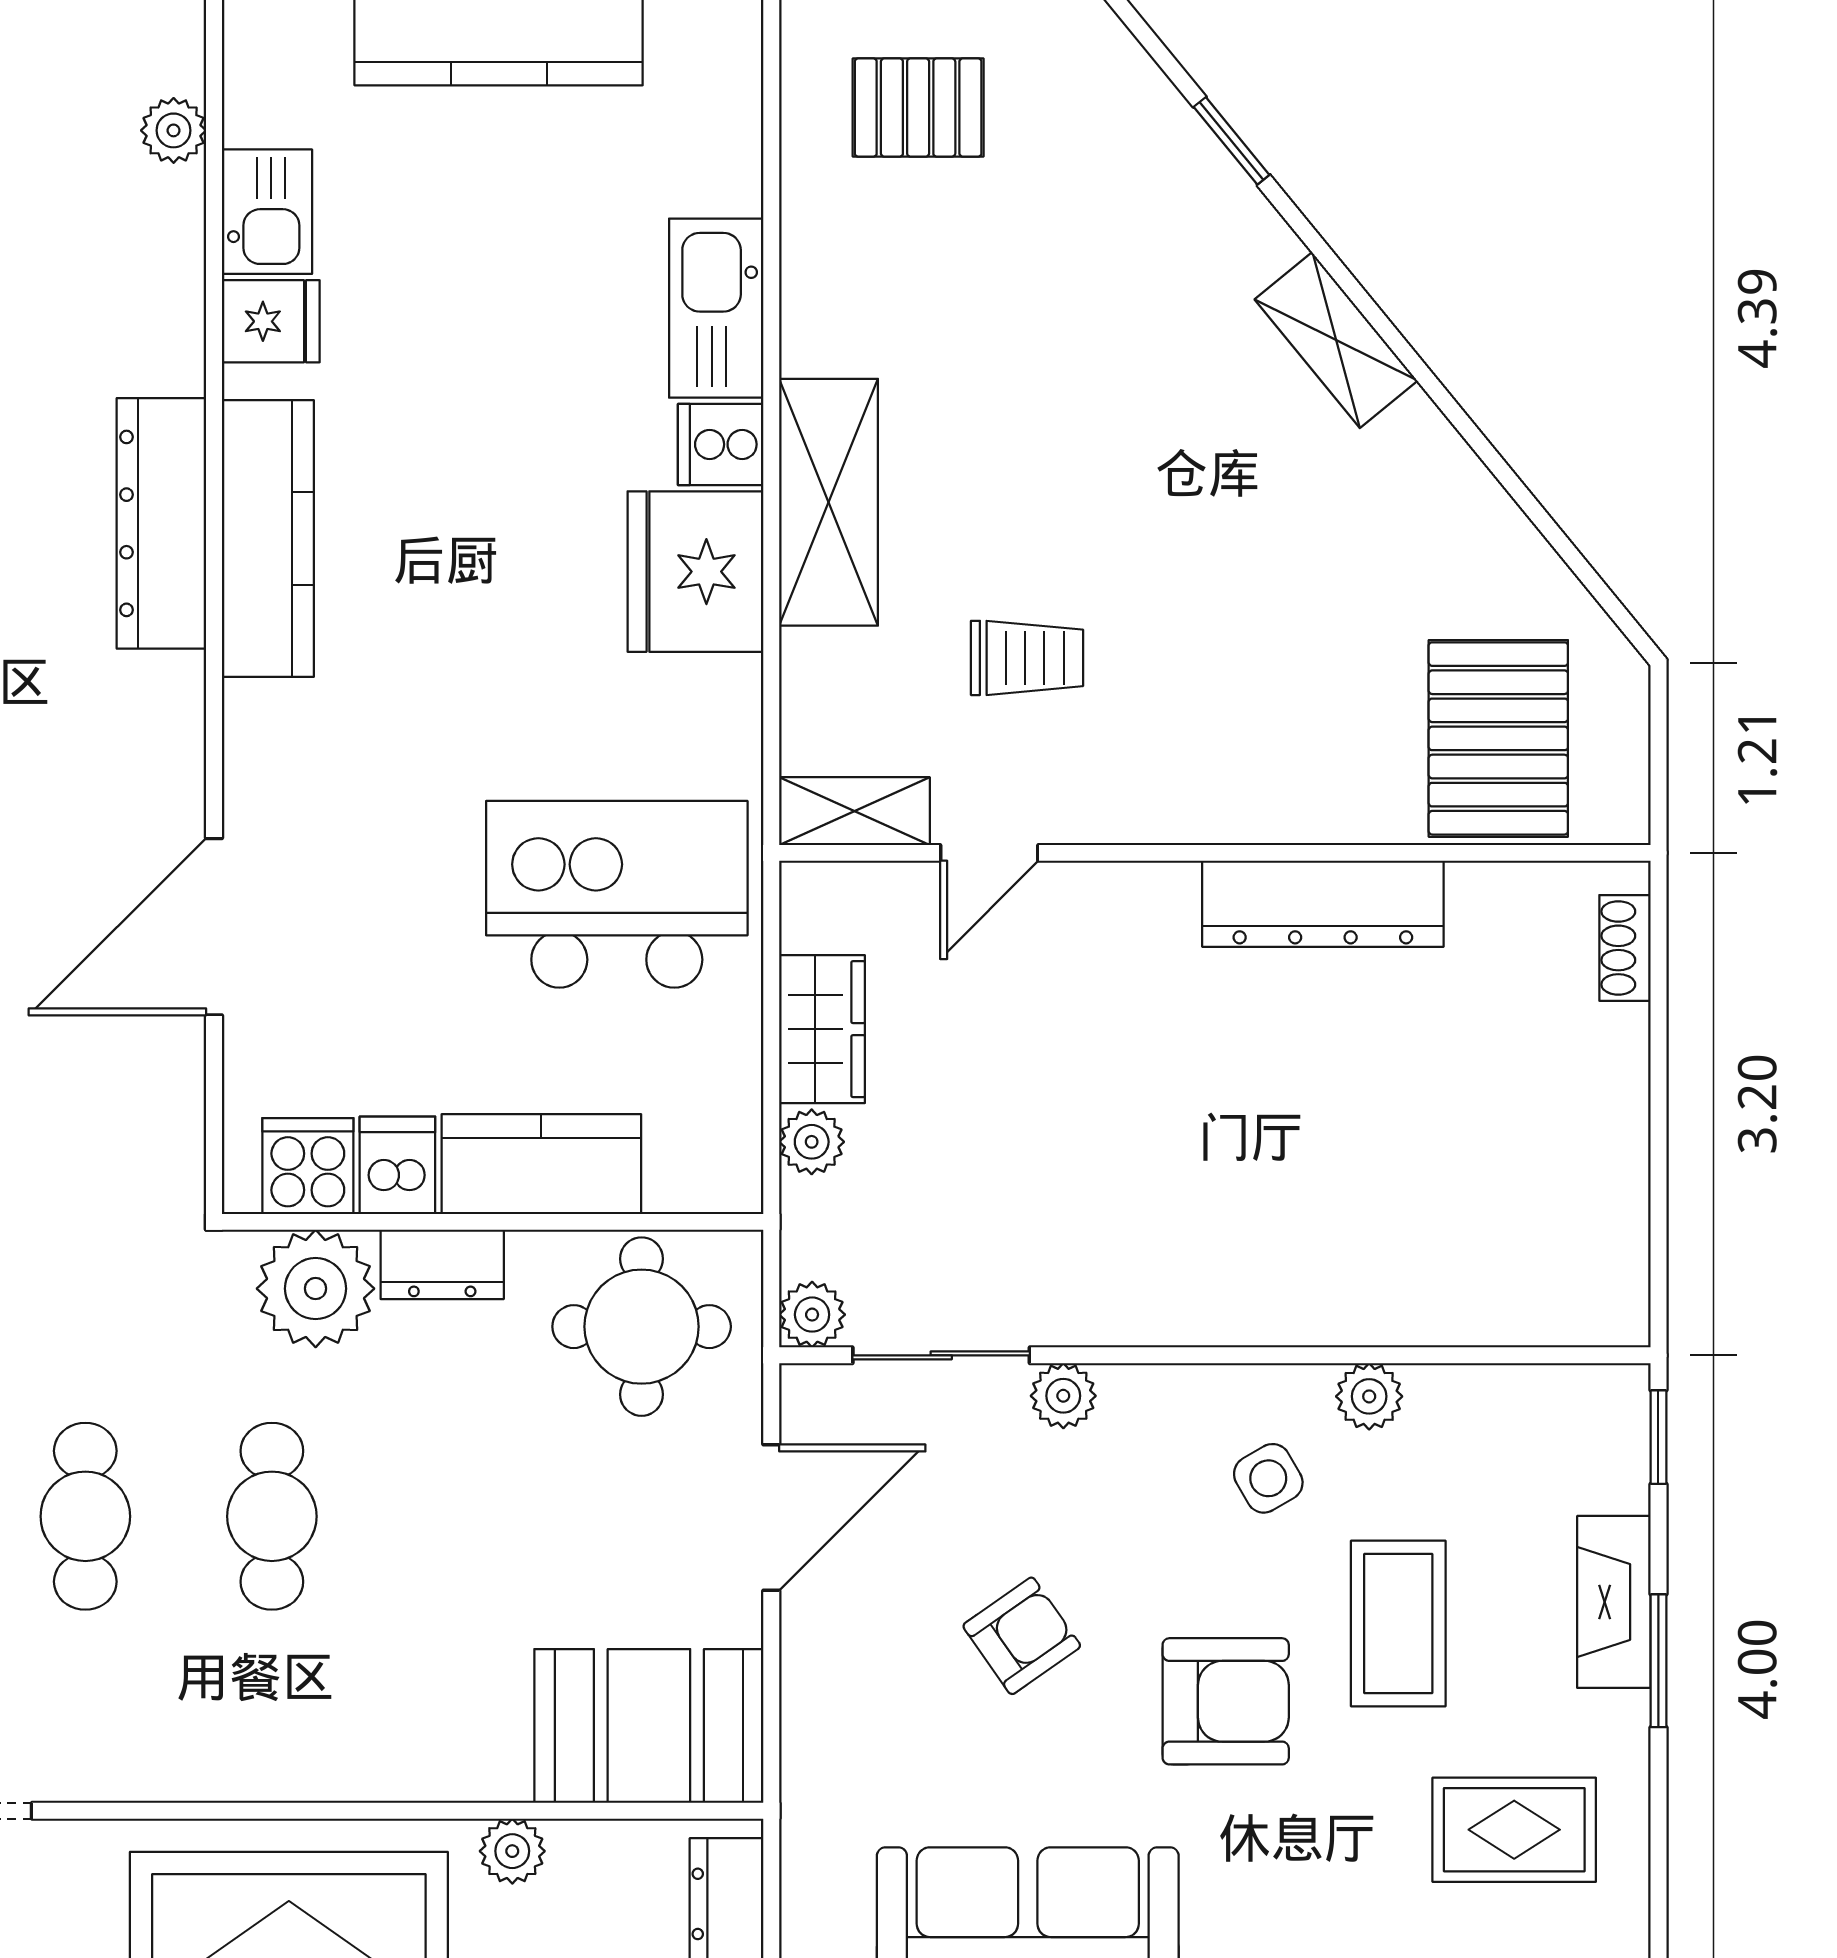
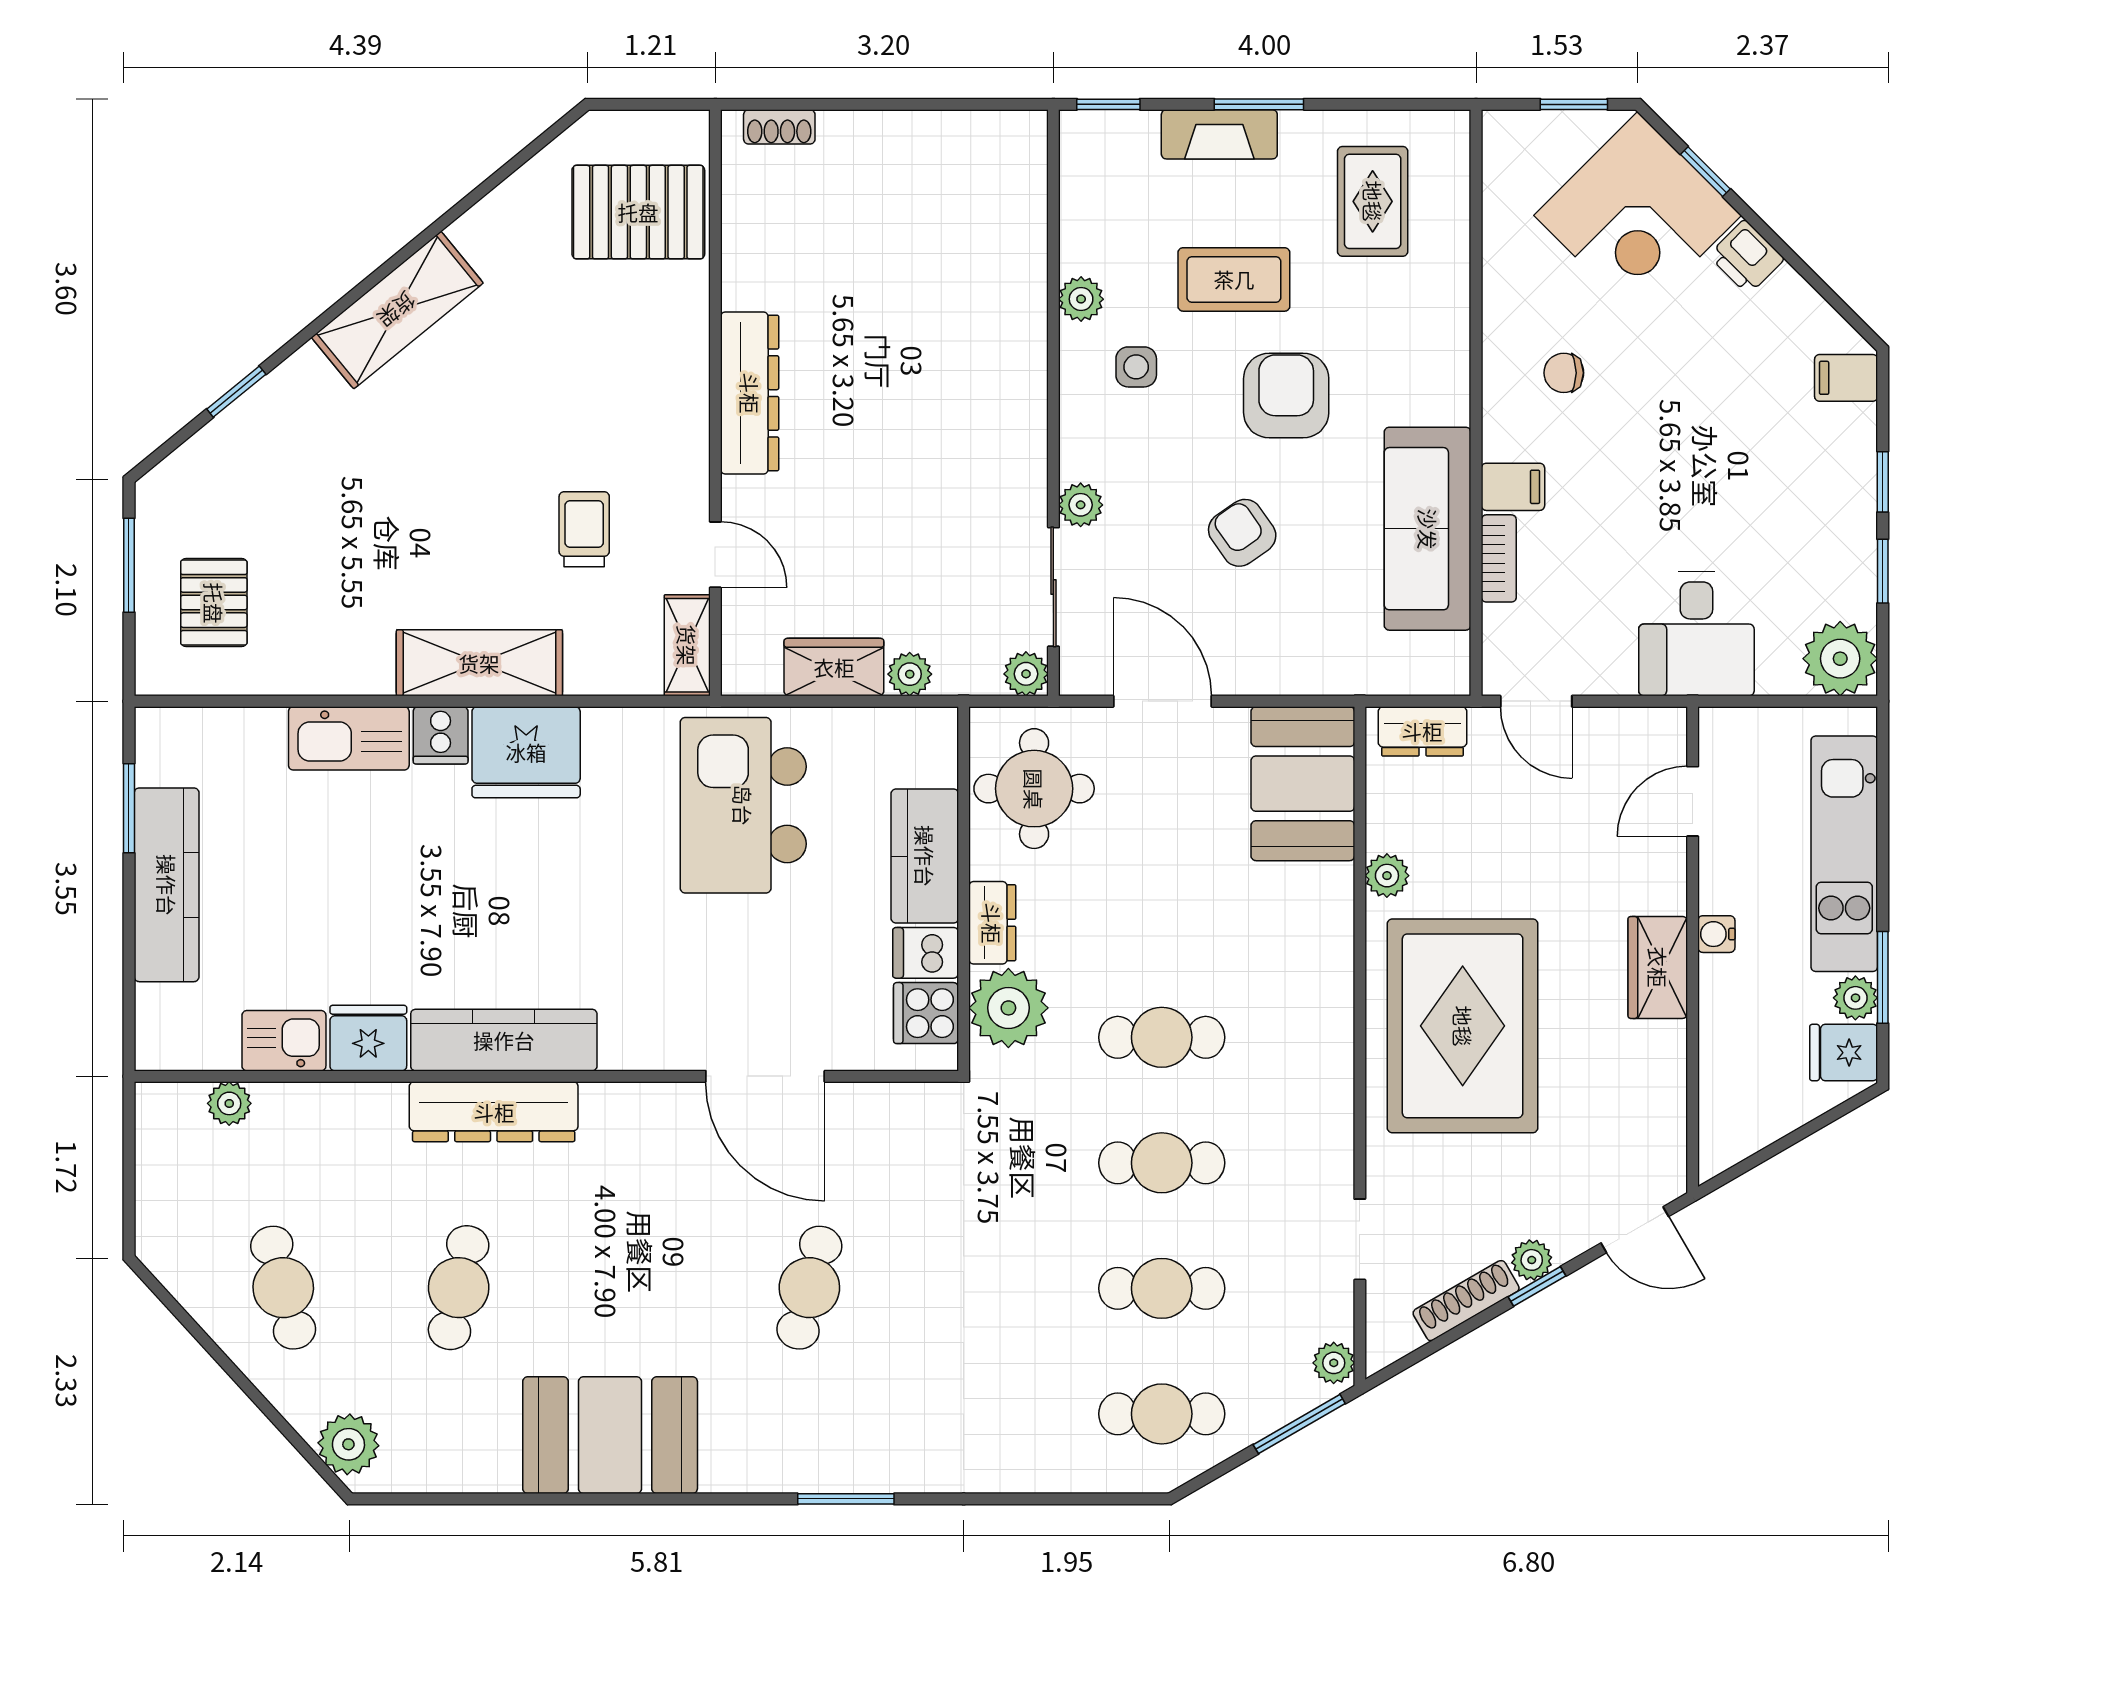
fridge: (271, 321) -> (368, 1038), width x1.38
shelving: (1336, 340) -> (397, 310), width x1.50, depth x1.33
dresser: (1323, 904) -> (750, 393), moved
side table: (1268, 1478) -> (1136, 367), turned 30

